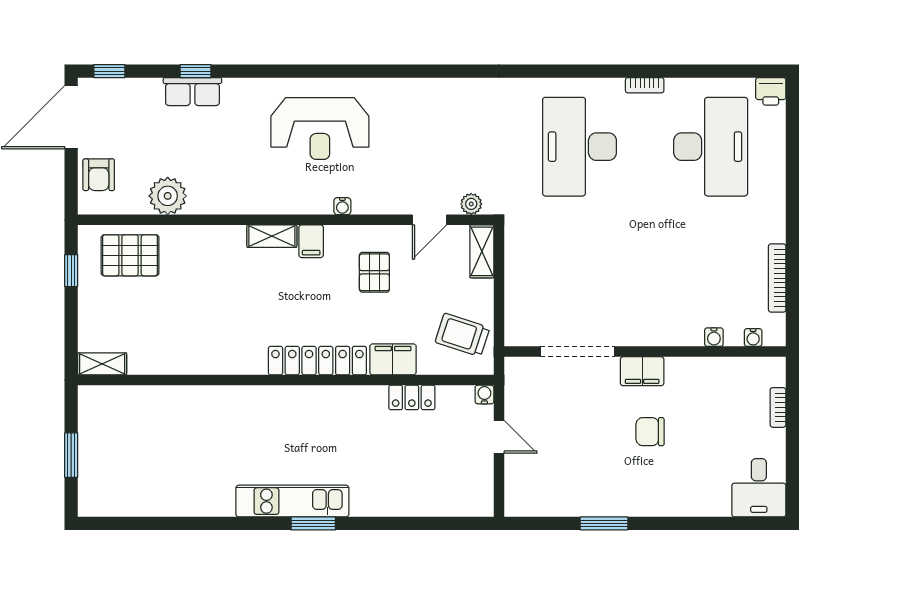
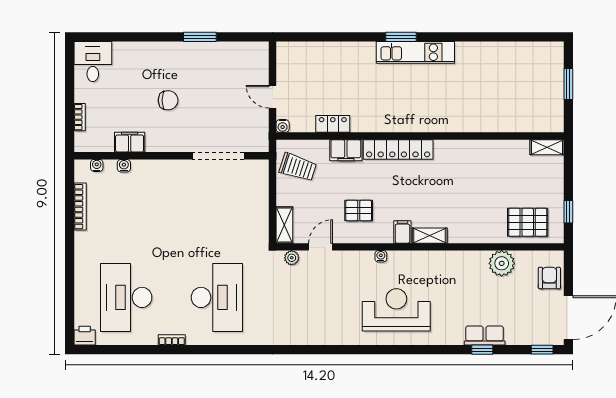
pallet: (374, 272) -> (359, 211), turned 90
filing cabinet: (642, 371) -> (130, 142), moved

